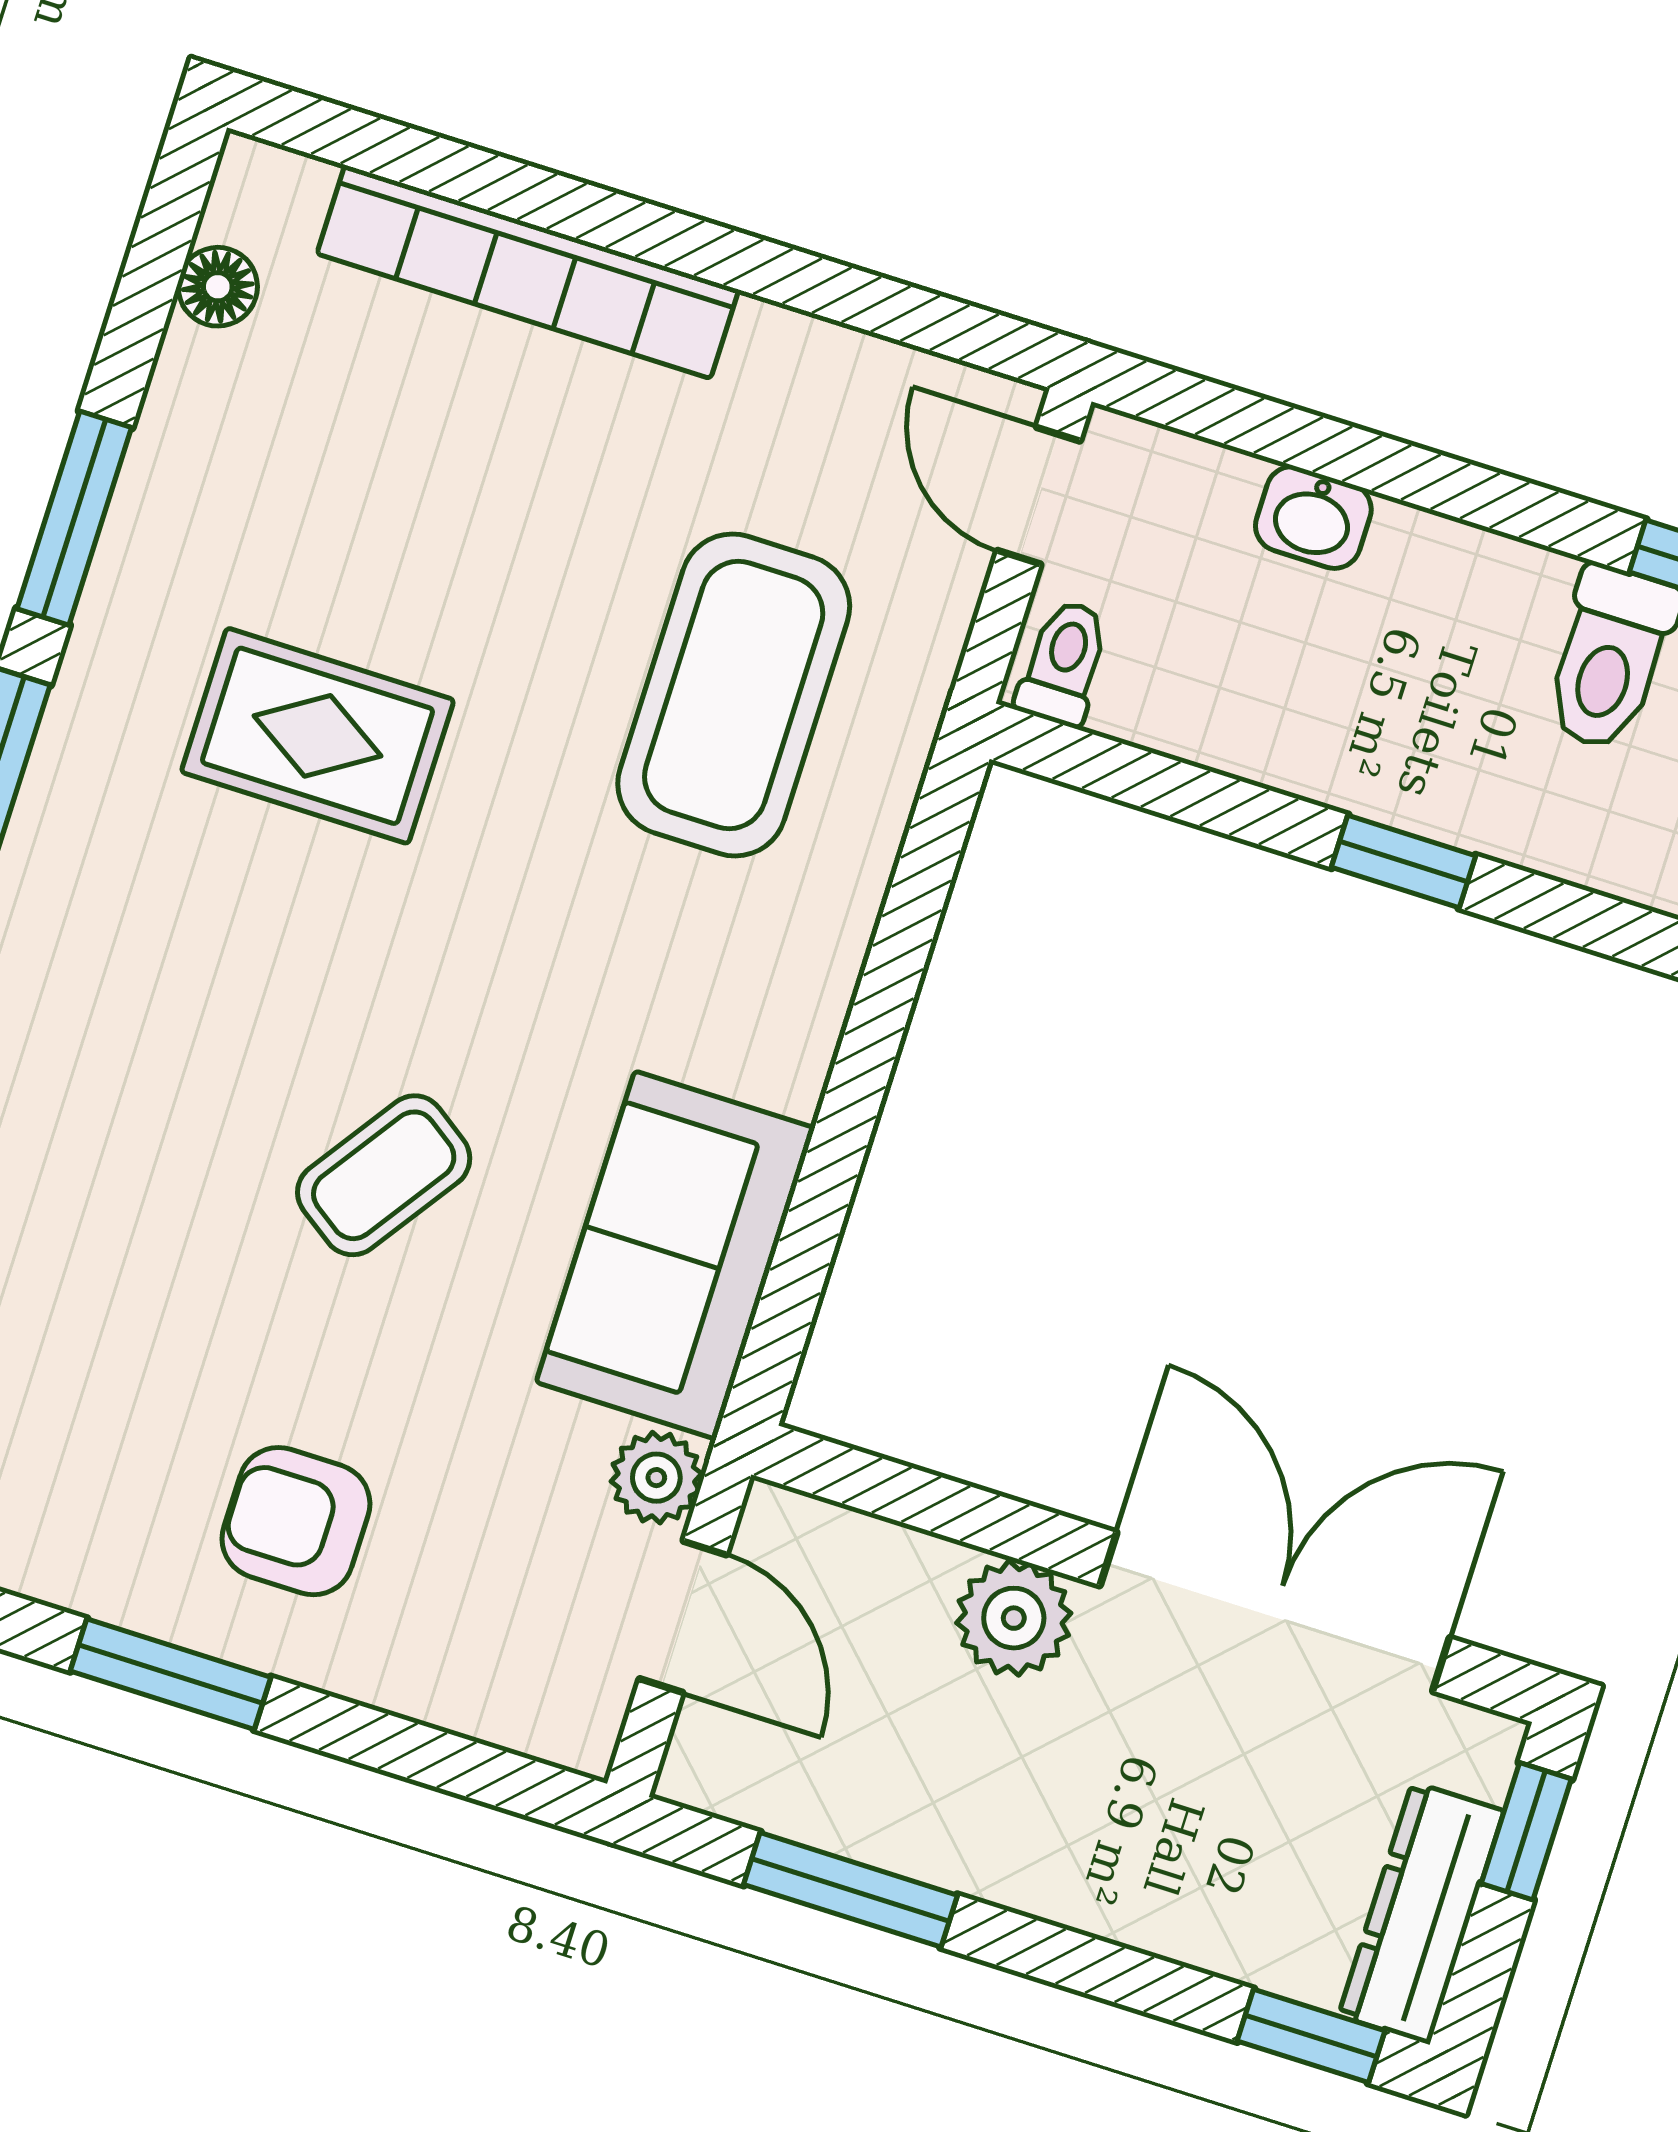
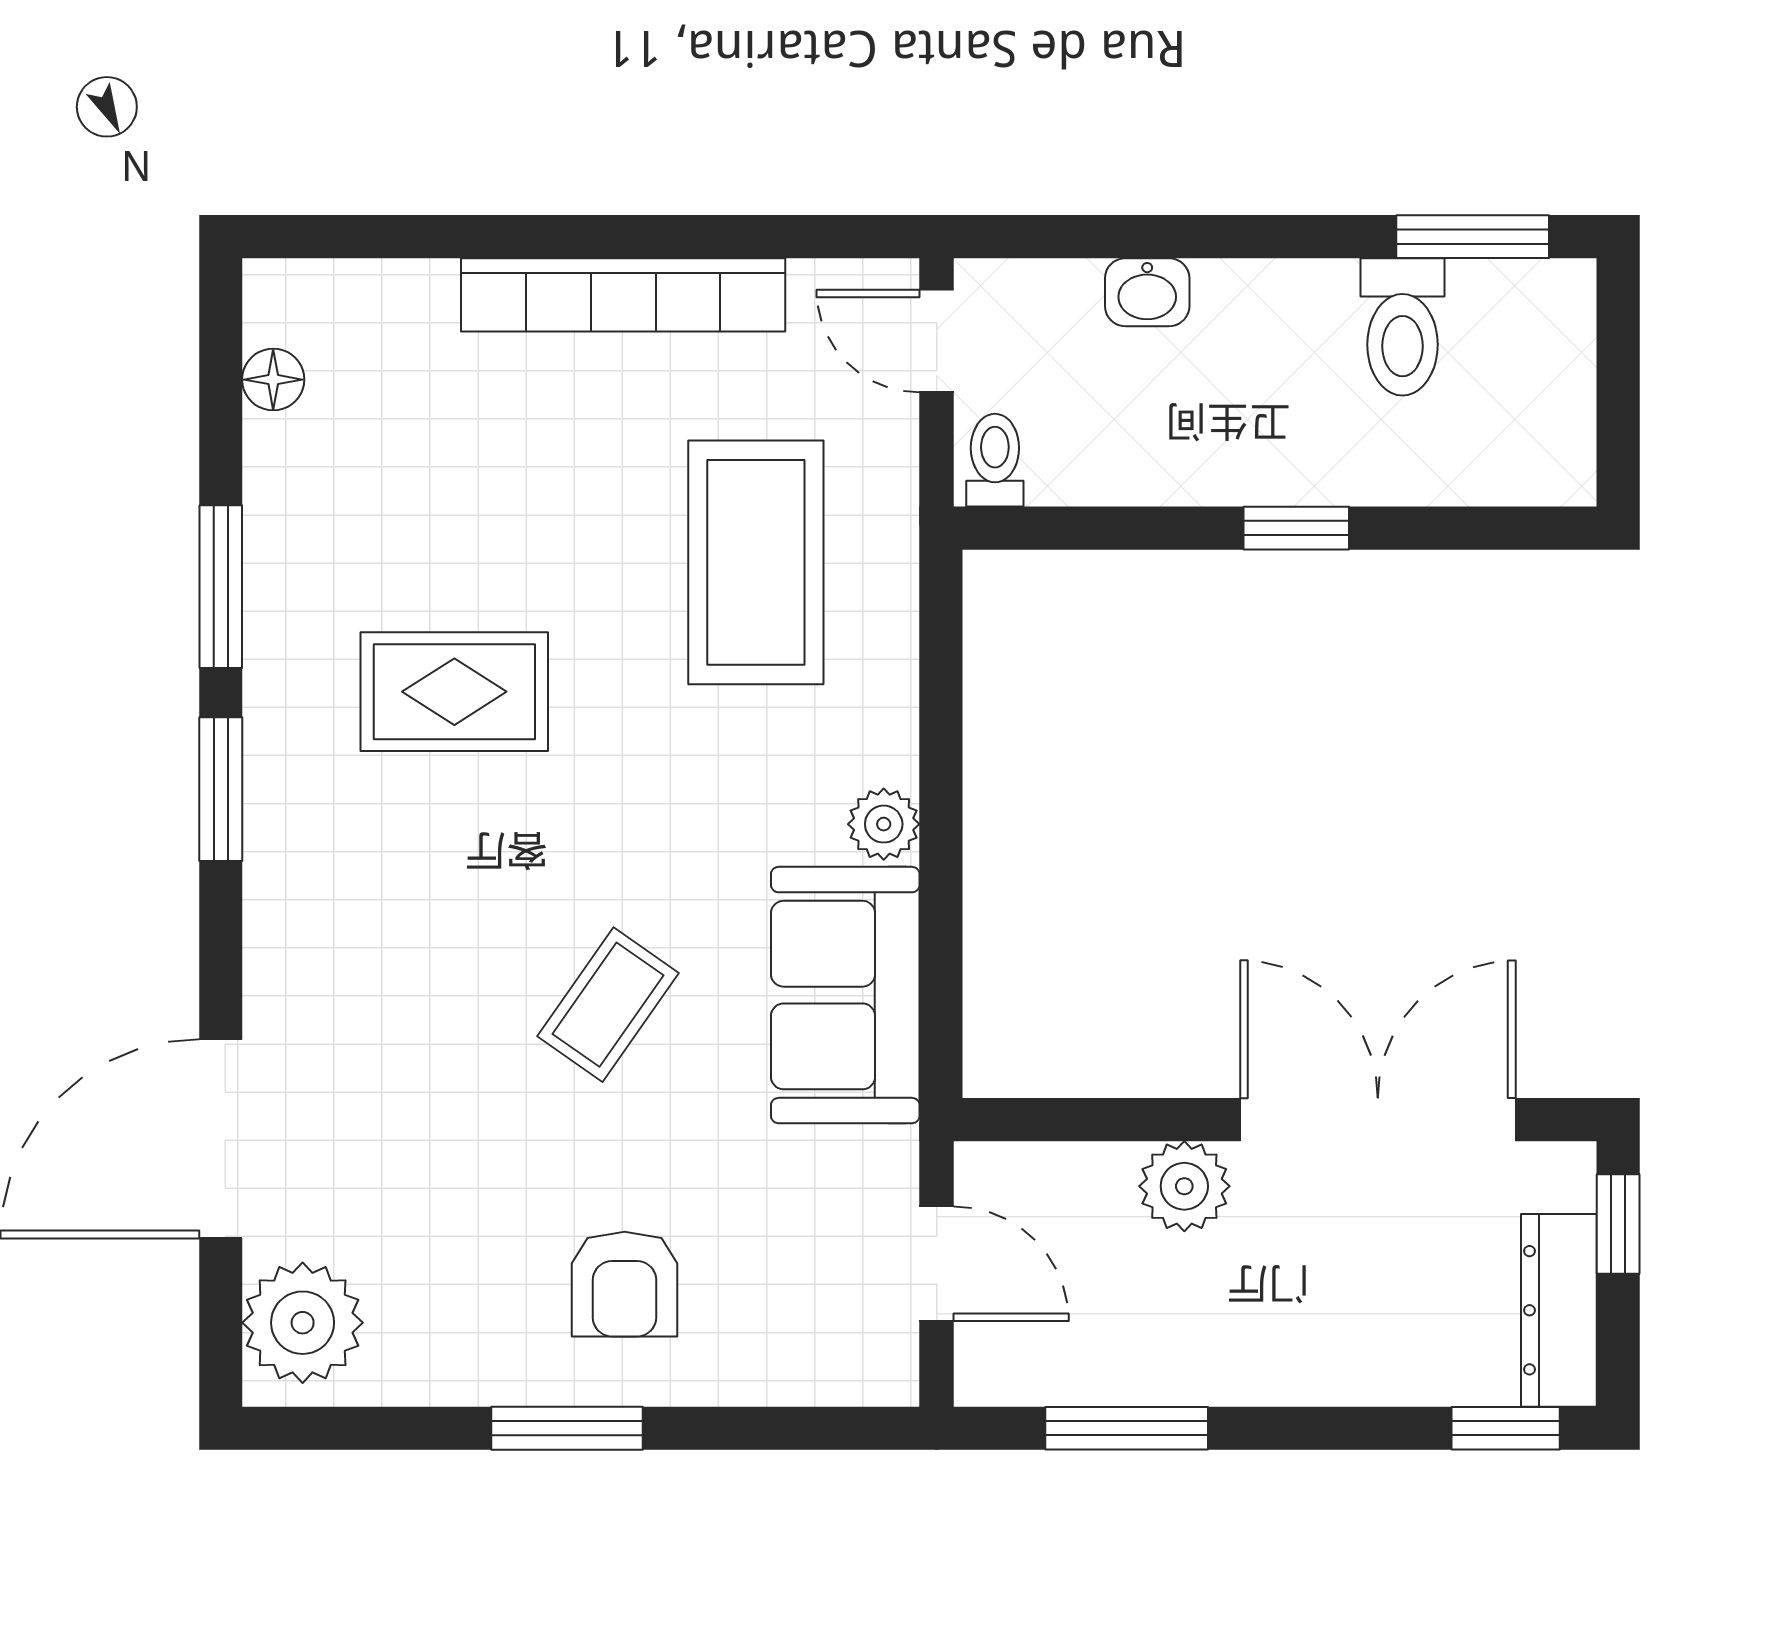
bookcase: (528, 272) -> (623, 295), moved
plant: (656, 1478) -> (884, 824), moved
armchair: (296, 1521) -> (625, 1284), turned -90

